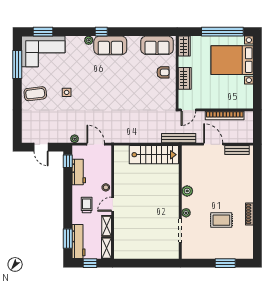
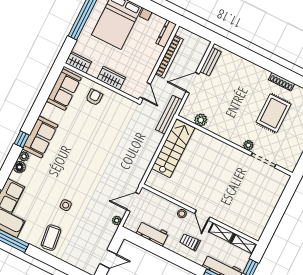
floor lamp: (78, 41) -> (19, 167), added
dresser: (242, 104) -> (166, 34), added
window: (68, 161) -> (136, 239), removed
plant: (187, 191) -> (201, 120), moved
rug: (221, 220) -> (273, 113), width x1.36, depth x1.43

